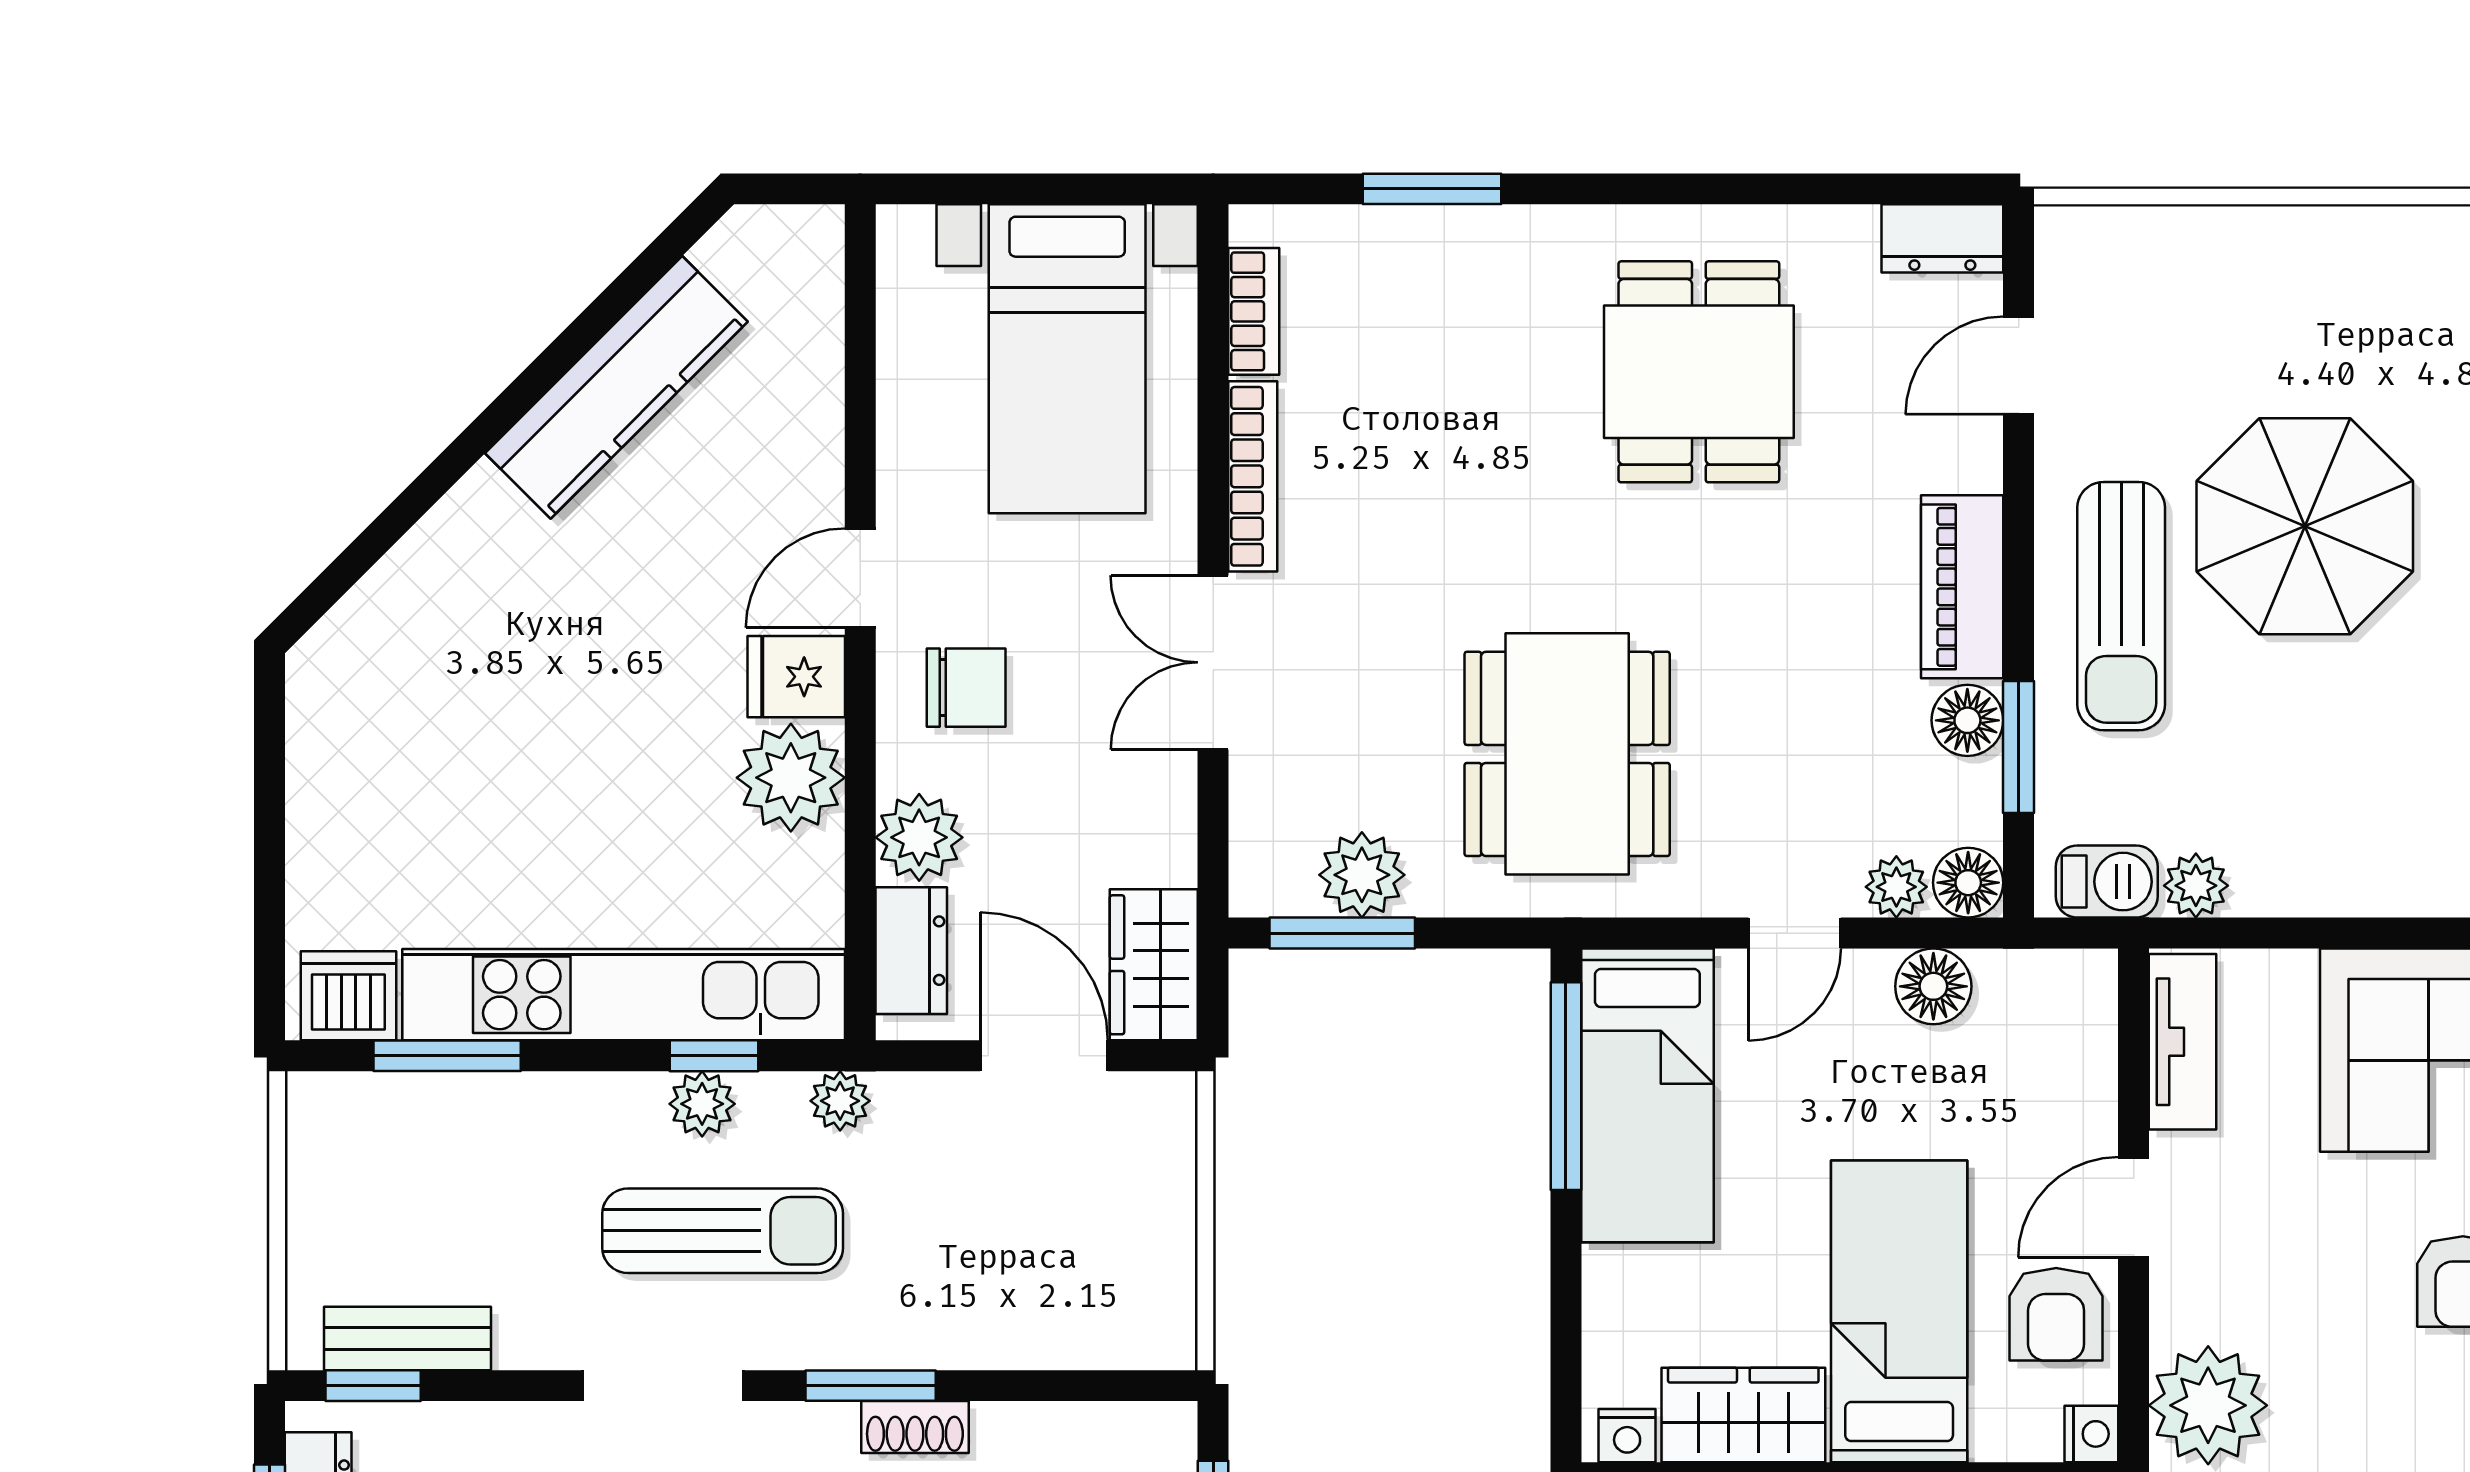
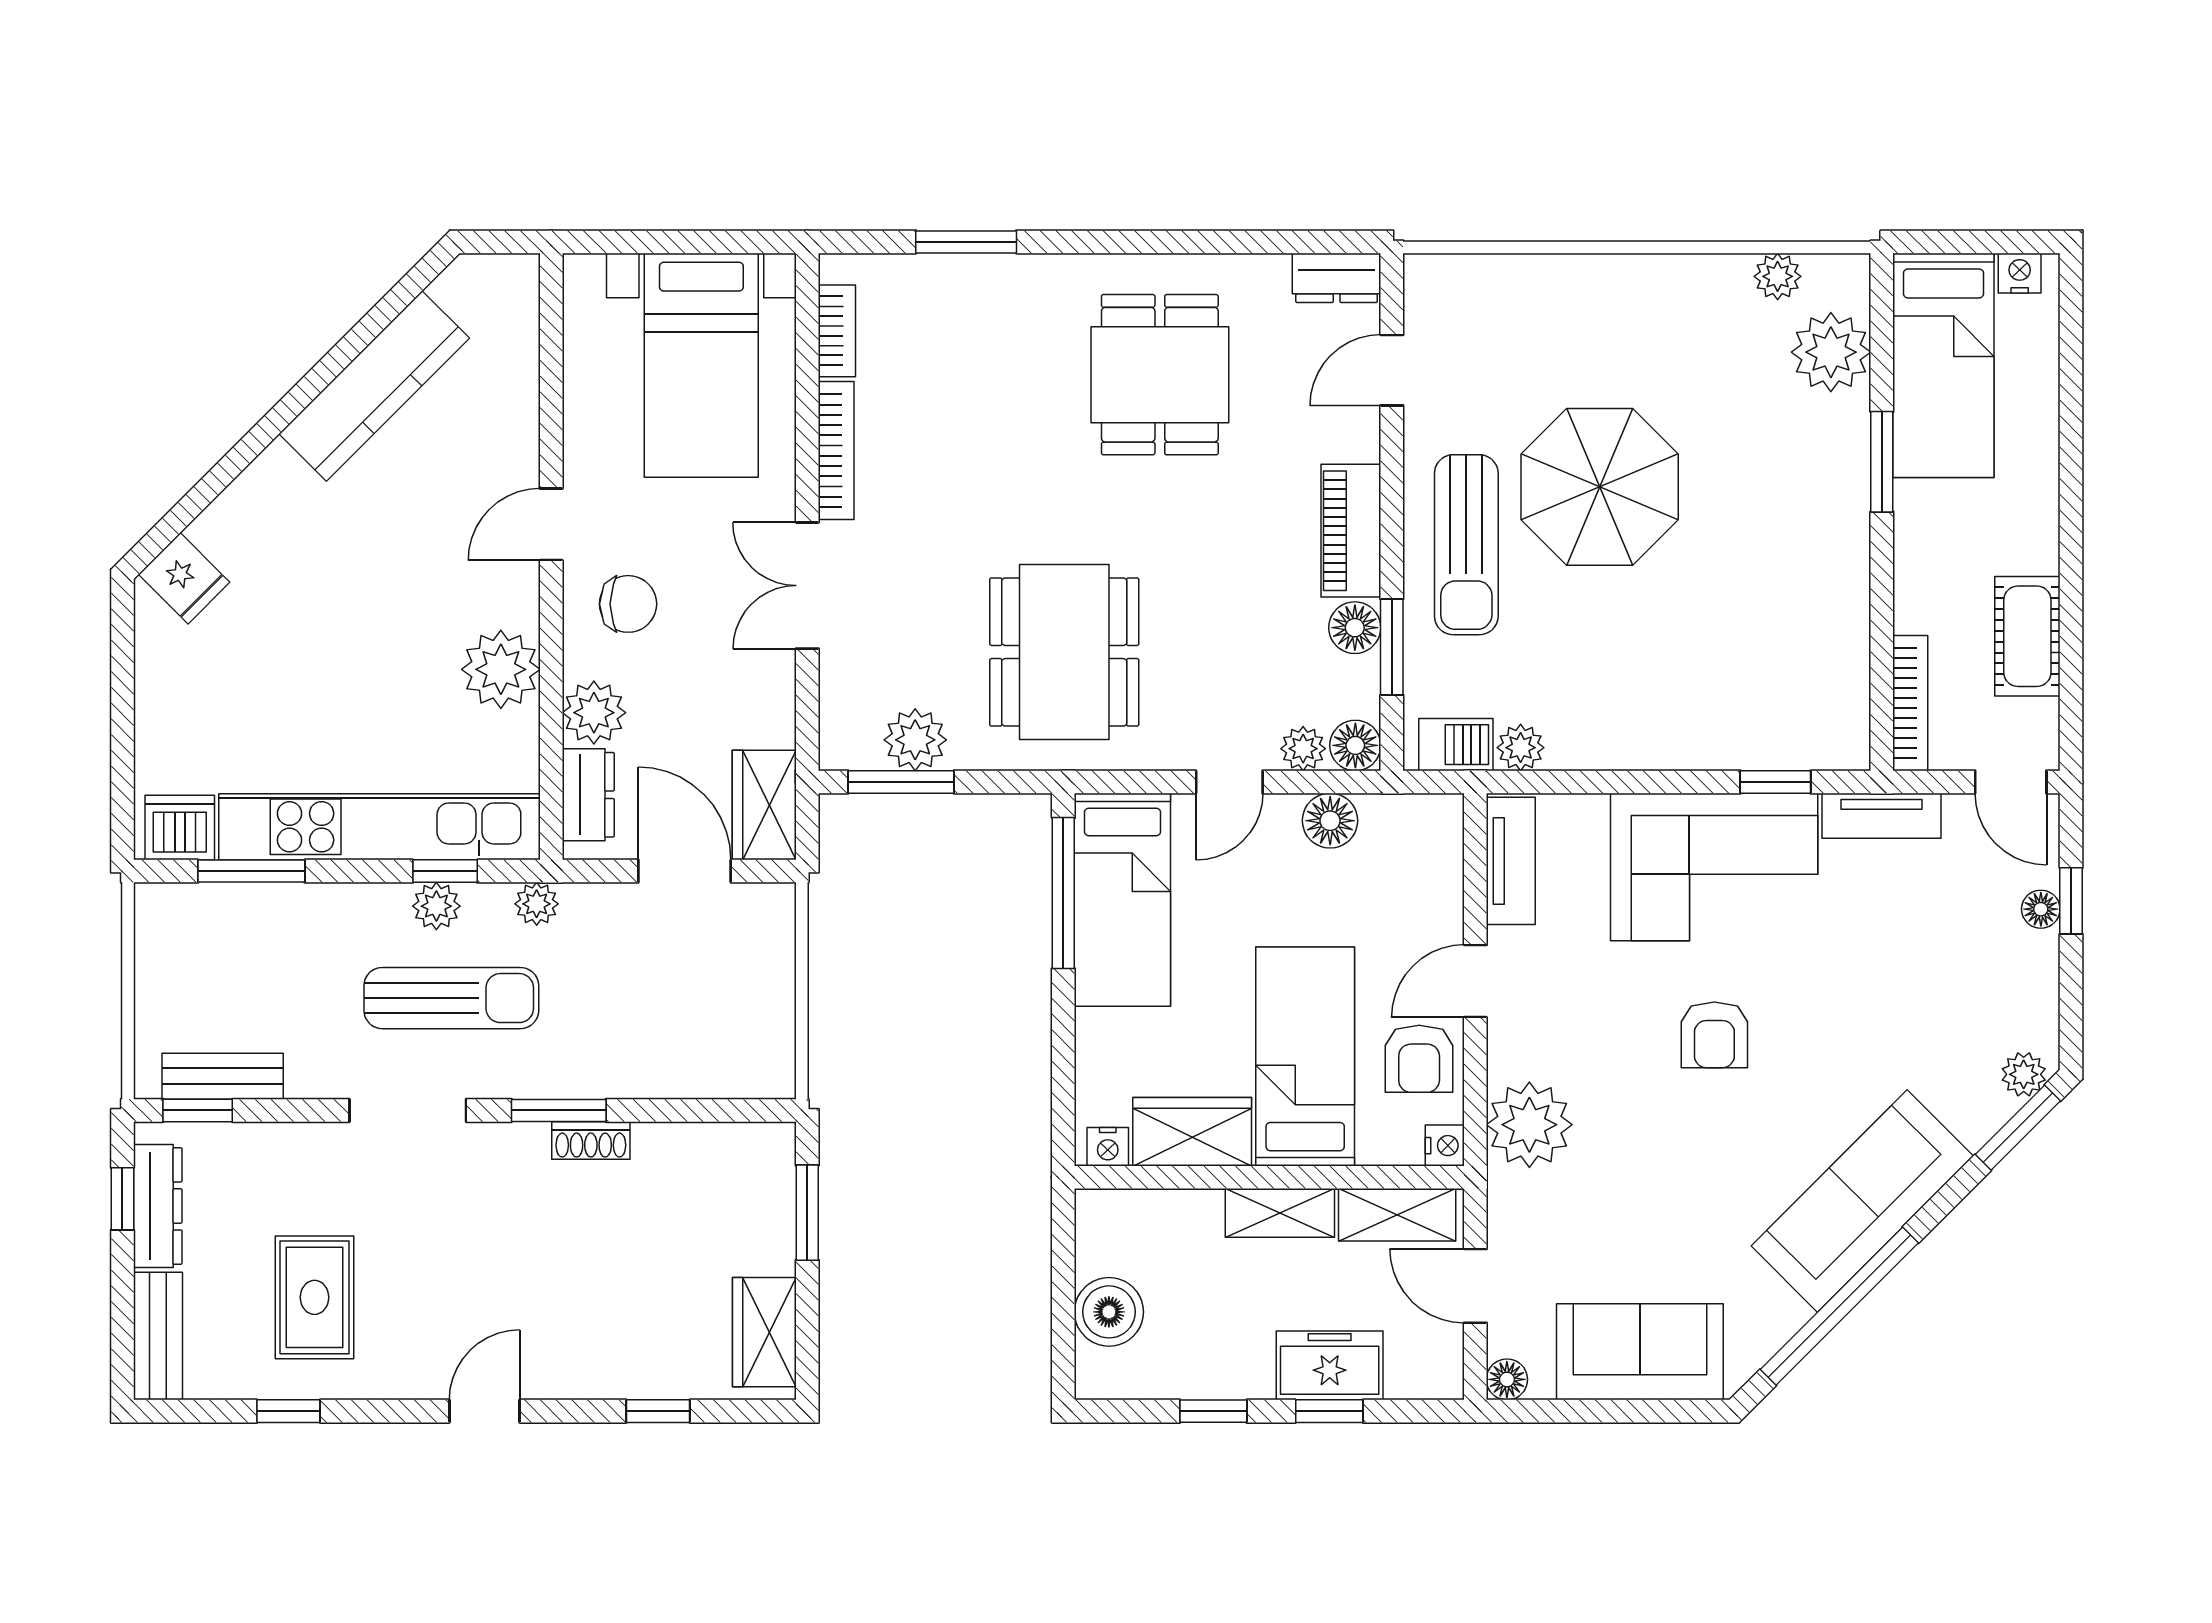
fridge: (796, 677) -> (184, 578), moved, turned -135

